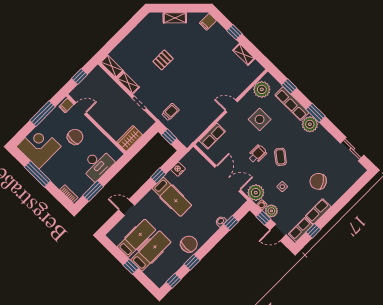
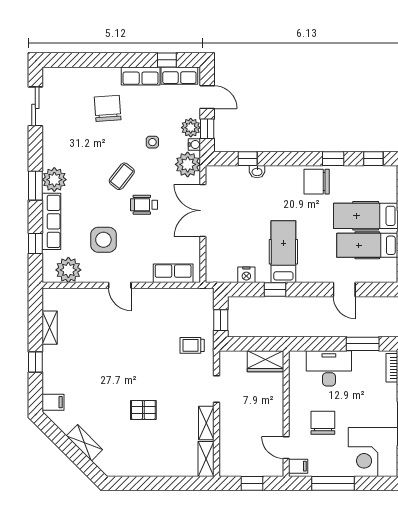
chair: (75, 137) -> (323, 423), turned 90
chair: (318, 181) -> (108, 108), turned -151

